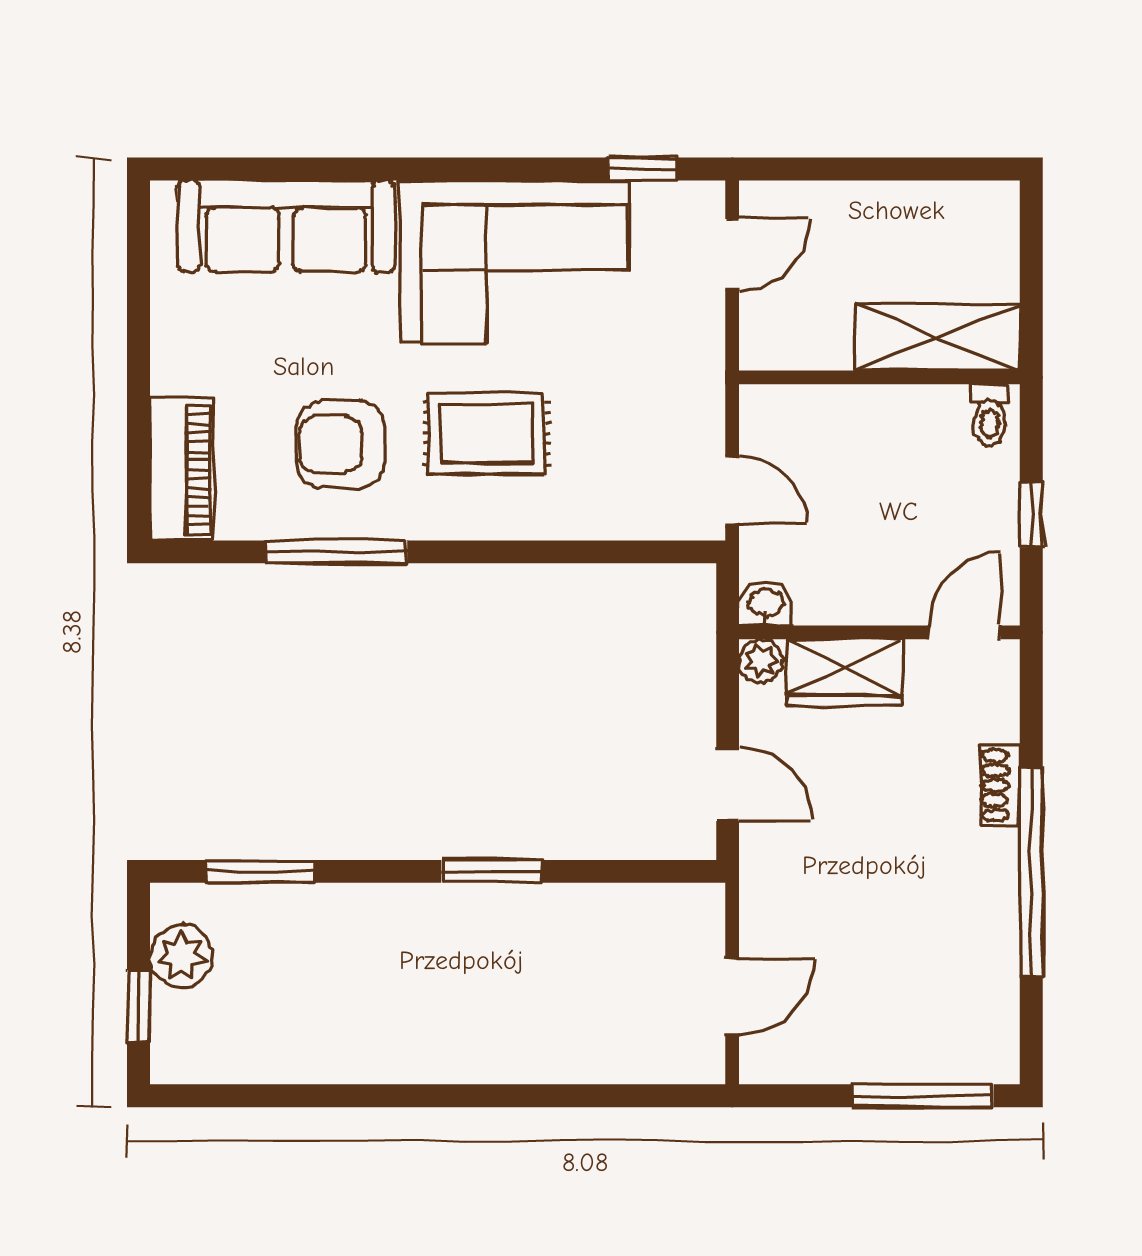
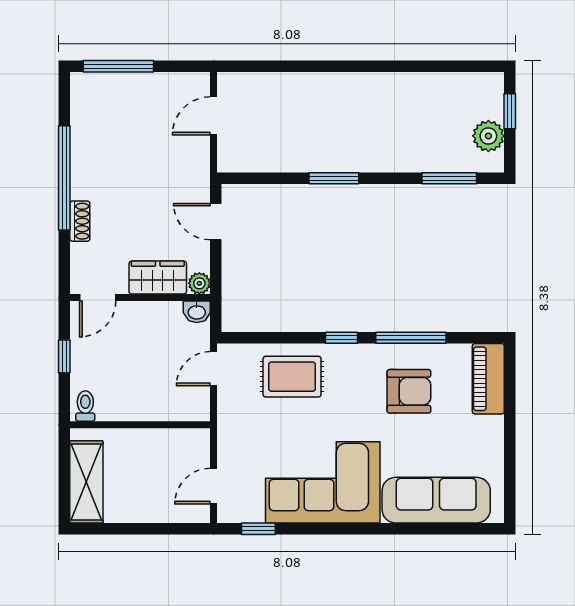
shelving: (937, 338) -> (86, 482), moved, turned 90
rug: (486, 433) -> (292, 377), moved
door: (732, 490) -> (214, 369), hinge flipped
window: (476, 552) -> (342, 338), added

